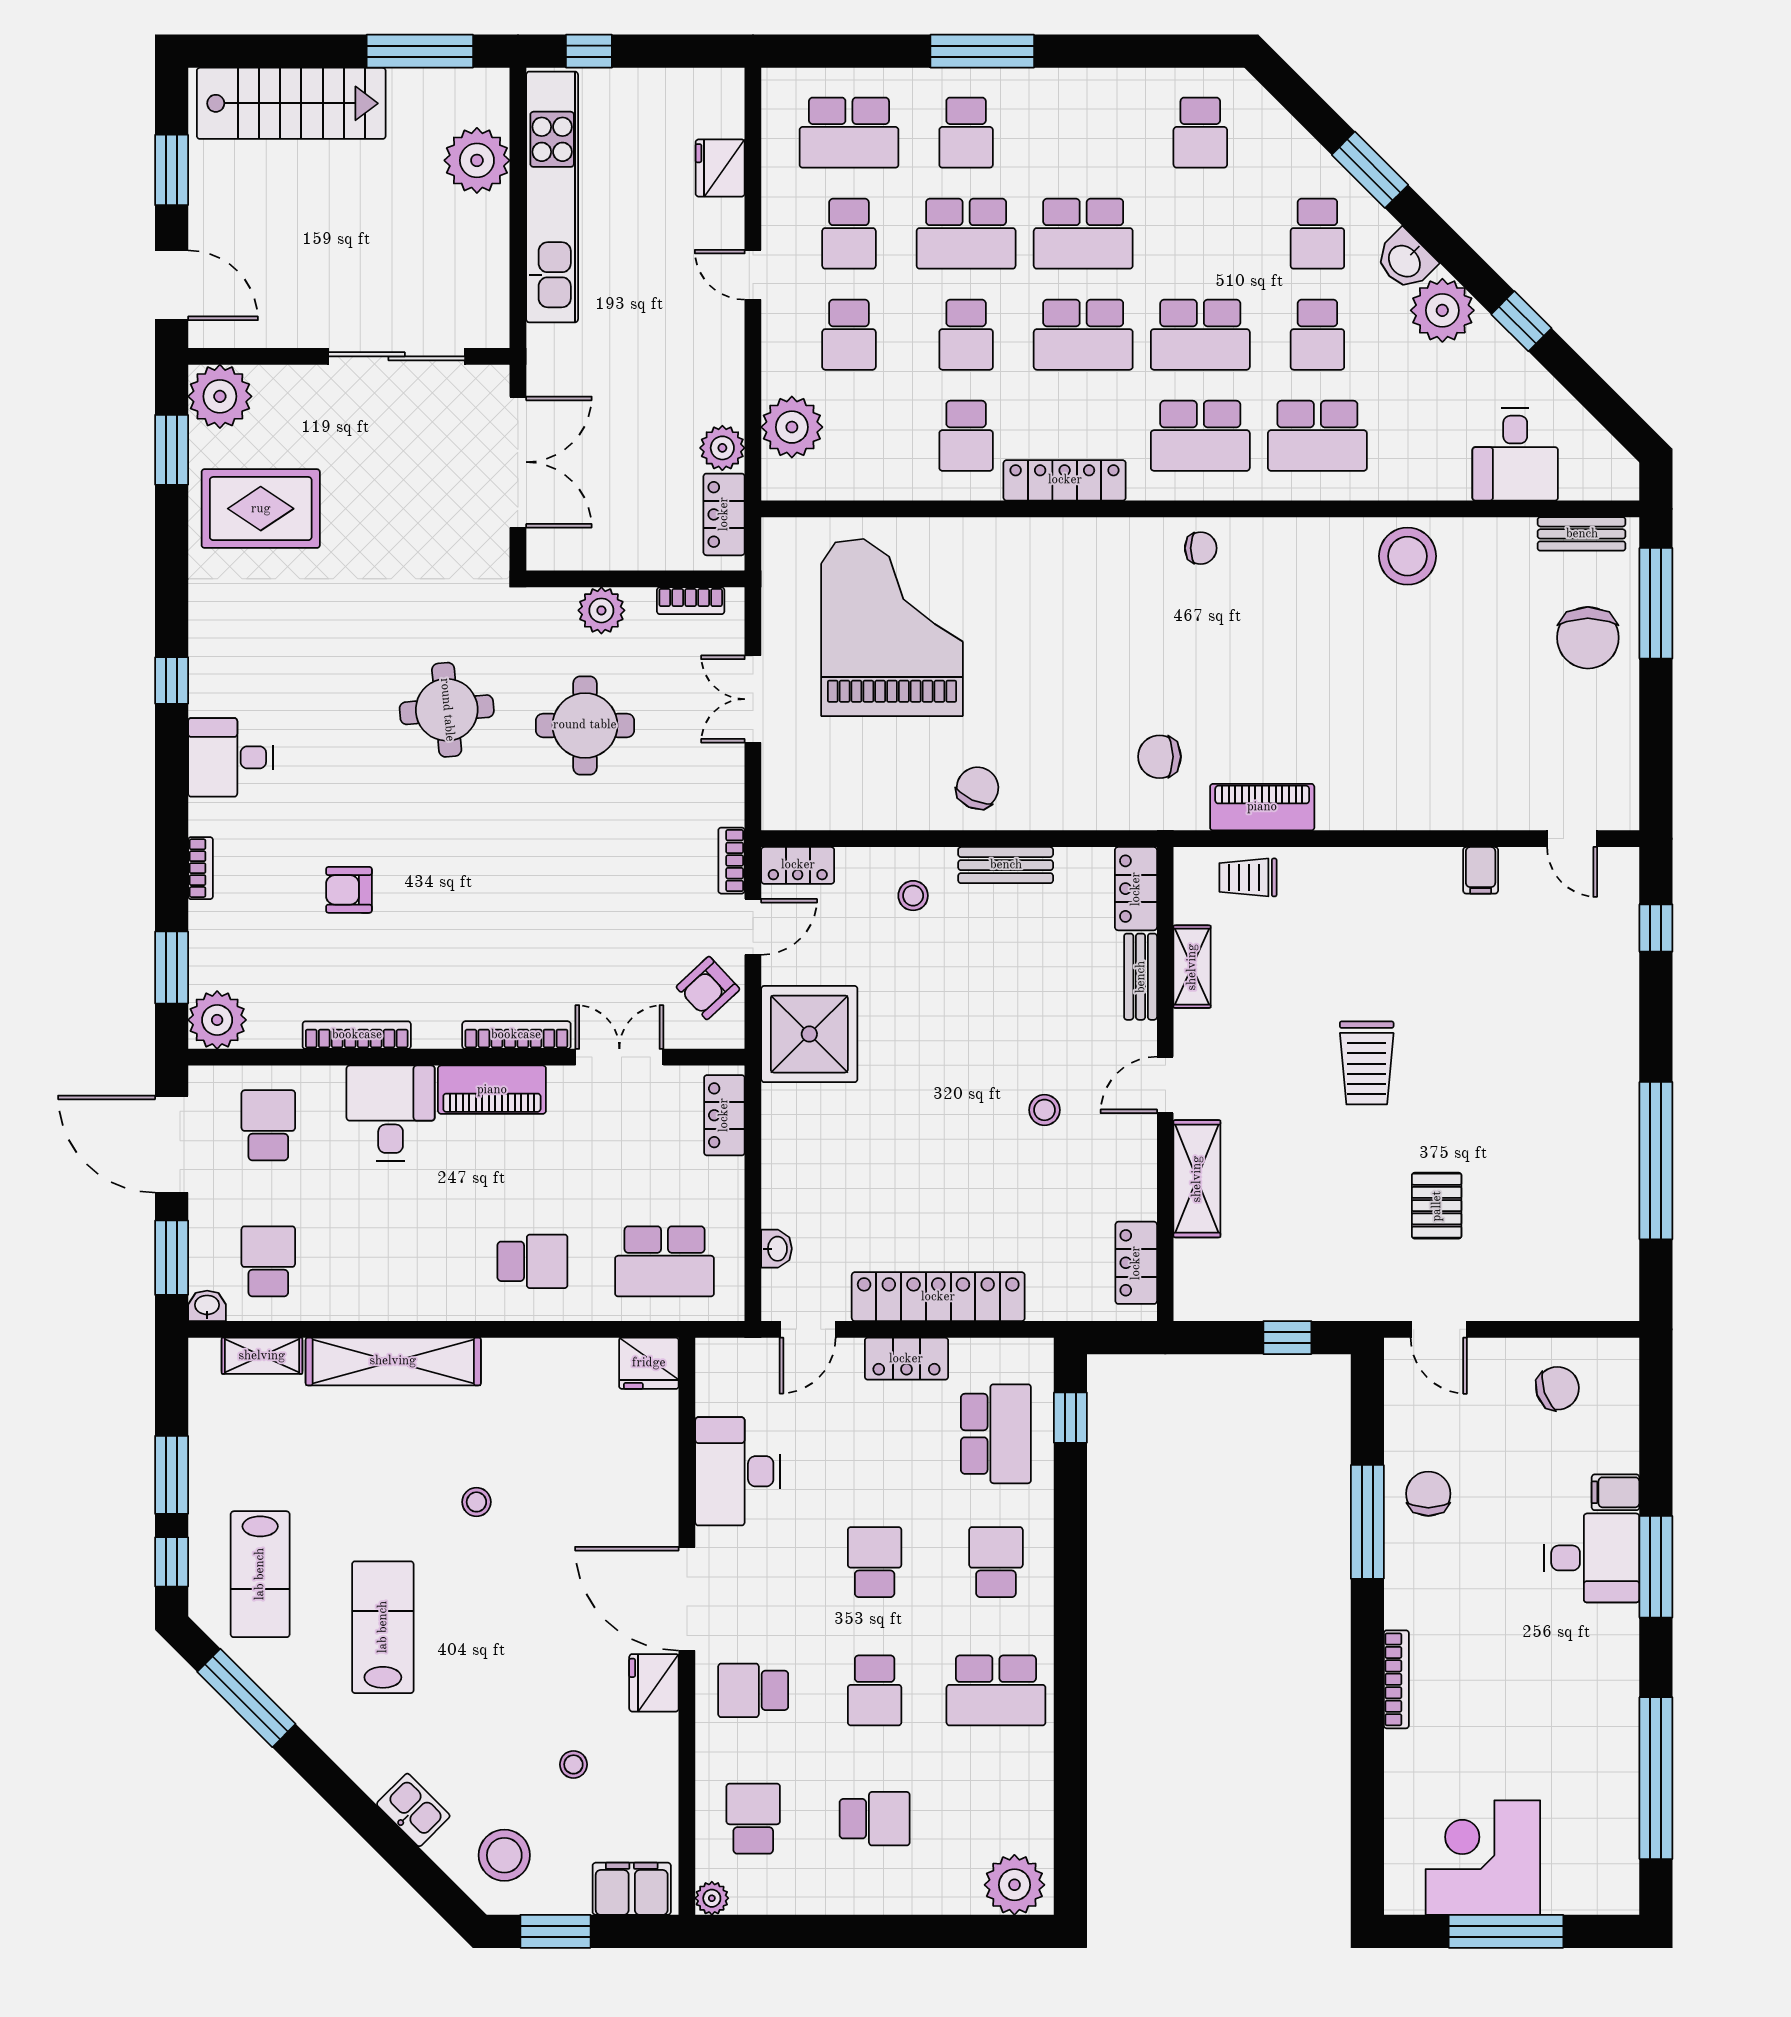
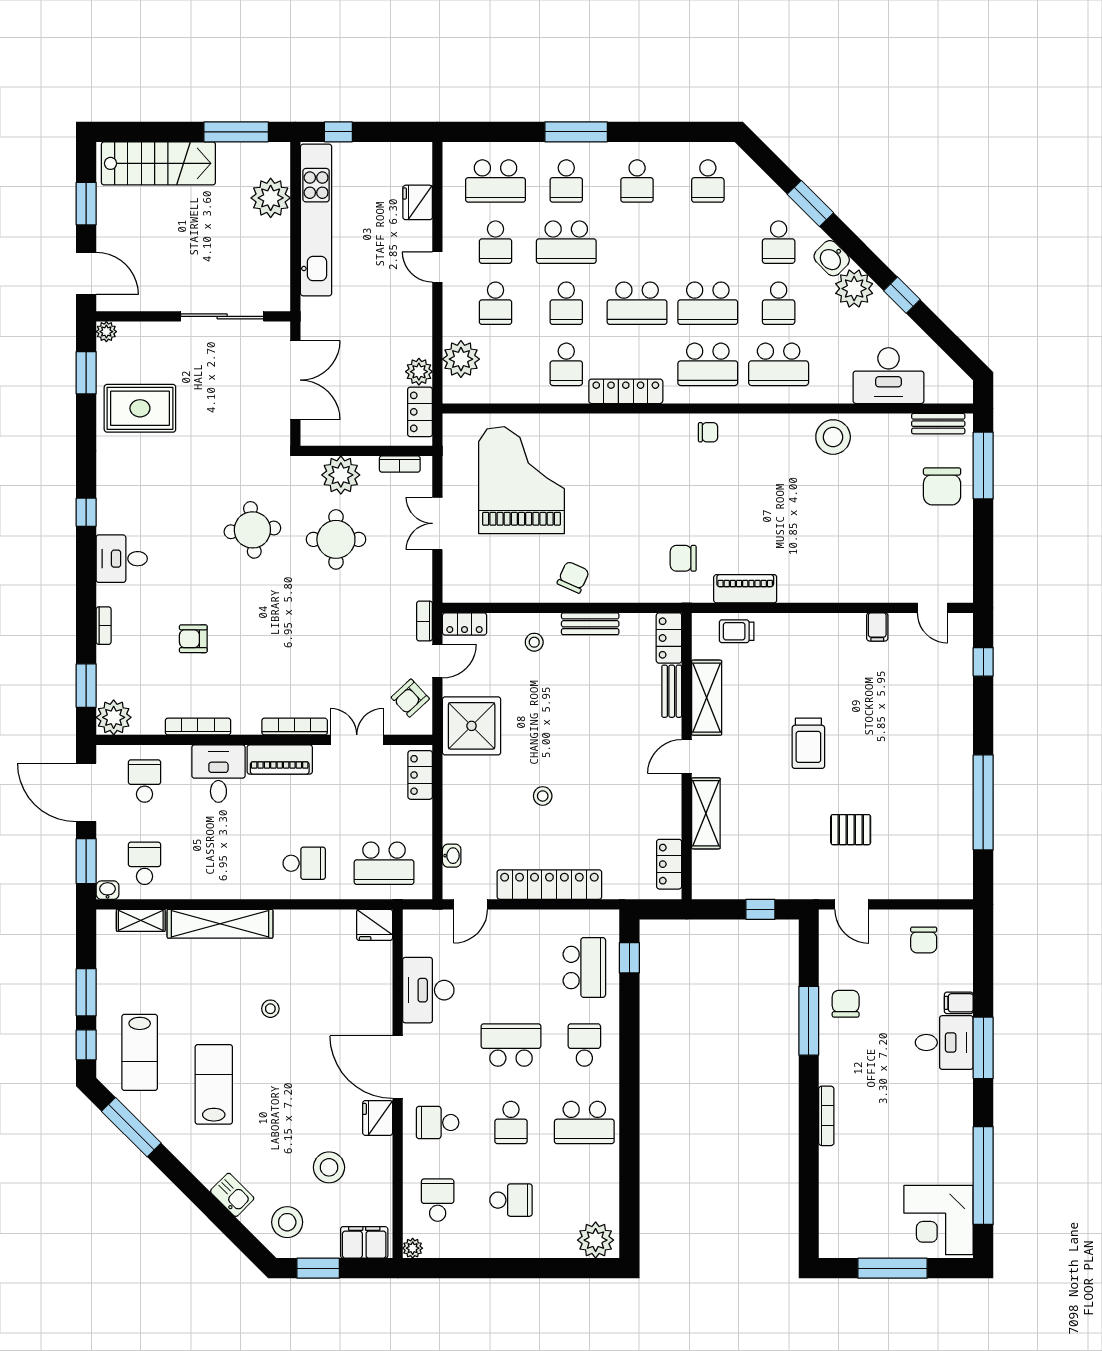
school desk: (1083, 234) -> (637, 181), moved, width x0.54
plant: (220, 396) -> (106, 332), width x0.53, depth x0.53
desk: (1515, 454) -> (888, 376), width x1.37
plant: (601, 610) -> (341, 475), width x1.36, depth x1.36
shelving: (1192, 967) -> (707, 698), width x1.50, depth x1.33
stool: (1044, 1110) -> (543, 796), moved
pallet: (1437, 1206) -> (851, 830), turned 90
locker: (906, 1359) -> (530, 922), removed
chair: (1557, 1388) -> (924, 940), turned 109
school desk: (875, 1562) -> (511, 1045), width x1.85
stool: (573, 1764) -> (329, 1167), width x1.89, depth x1.89
corner desk: (1483, 1858) -> (939, 1220), moved, turned -90

